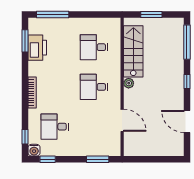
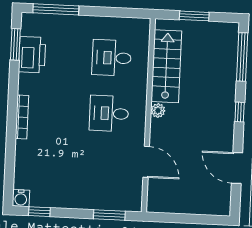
desk: (55, 127) -> (51, 166), removed
window: (25, 137) -> (9, 179), removed

